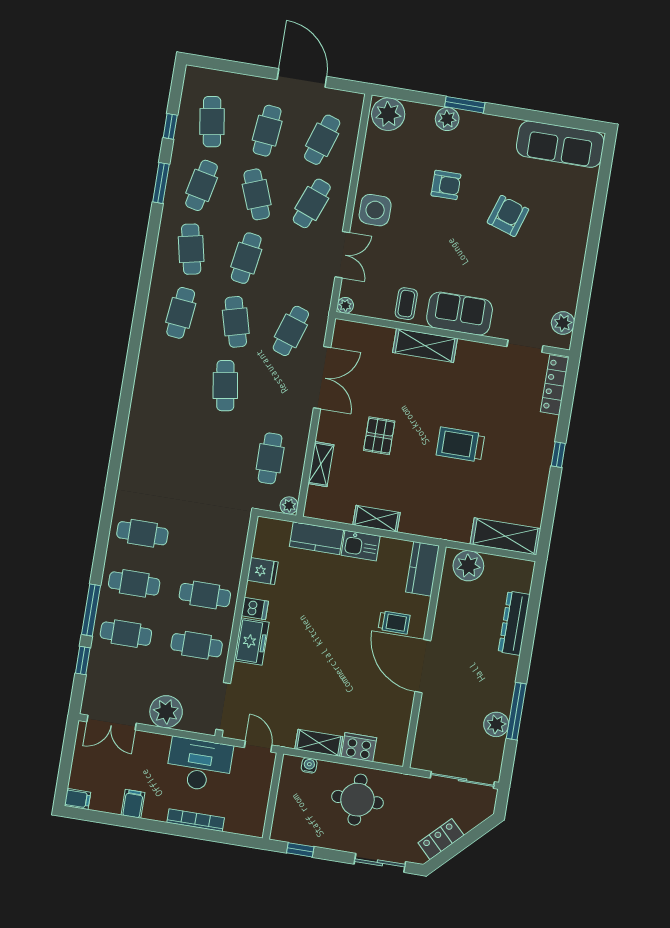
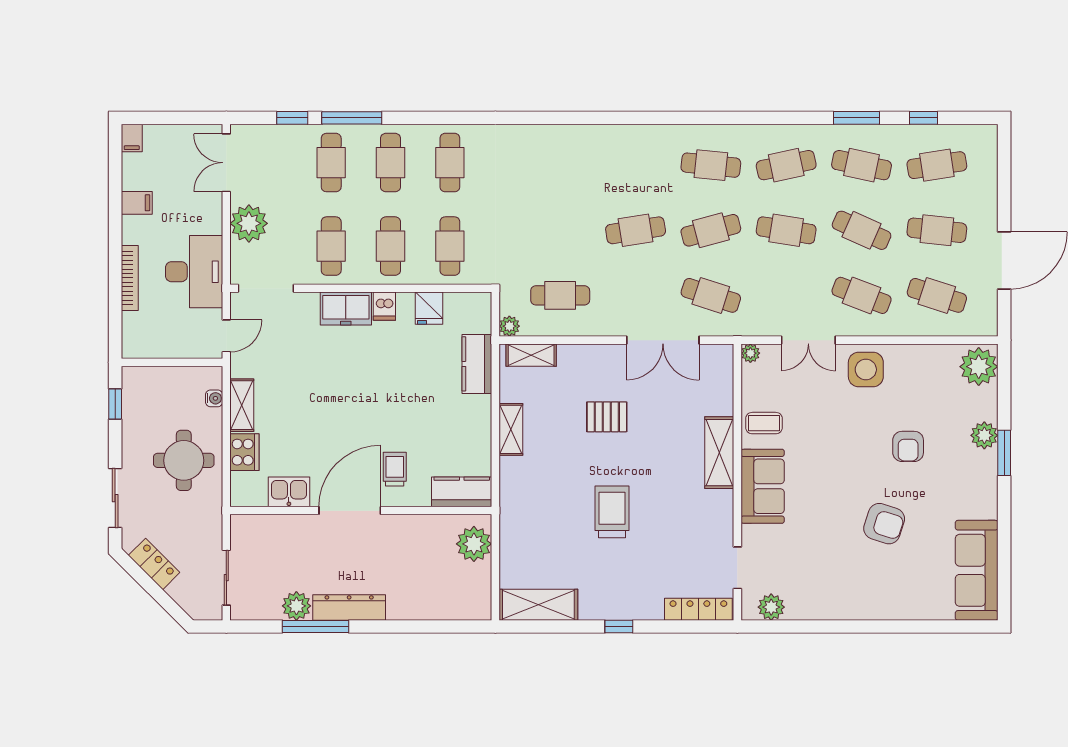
cafe table: (257, 194) -> (862, 230), turned 45
shelving: (321, 464) -> (531, 355), moved
shelving: (505, 536) -> (538, 605), moved, turned 90
cafe table: (213, 545) -> (450, 246), added
kitchen sink: (361, 546) -> (289, 492), moved, turned 90
trolley: (394, 622) -> (395, 469), turned 180
dresser: (514, 623) -> (349, 607), moved
sliding door: (462, 780) -> (226, 578), width x0.73

